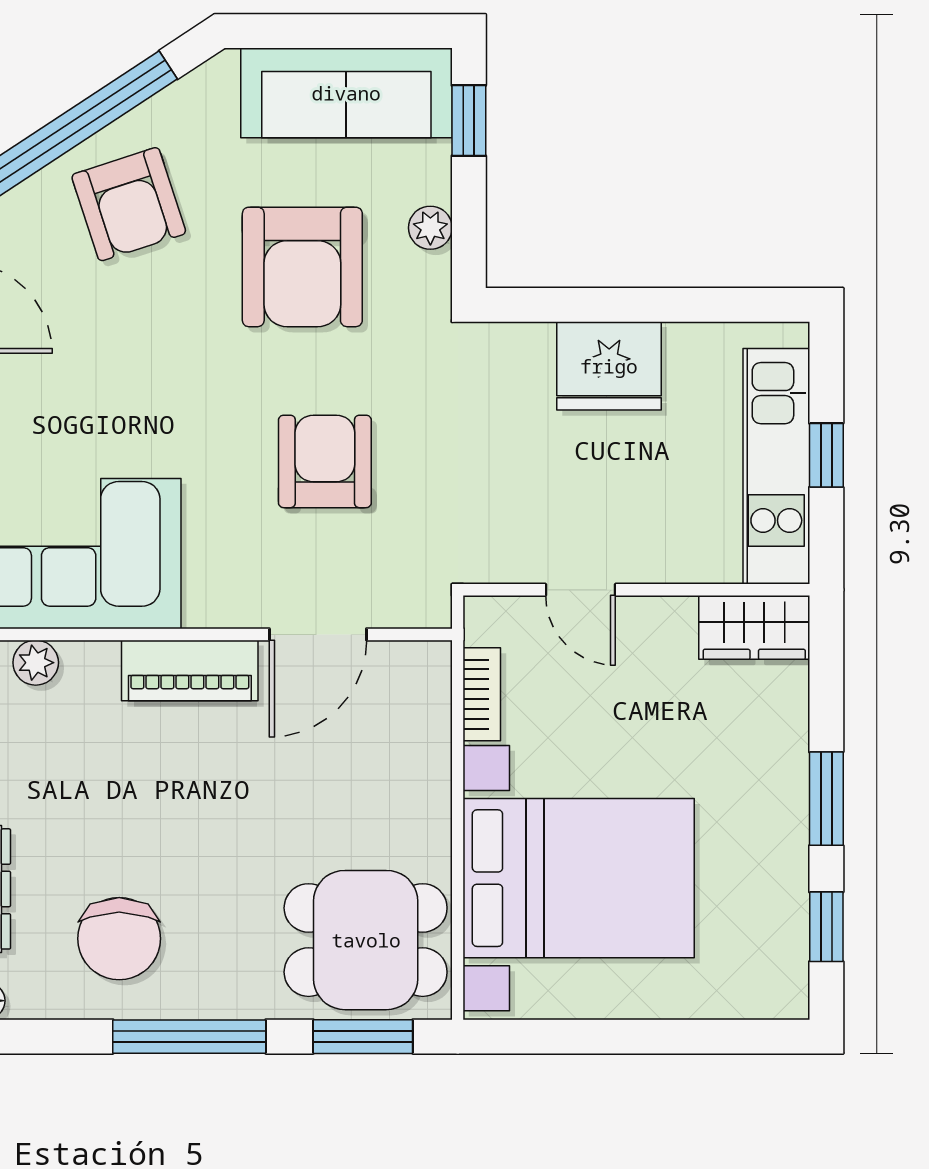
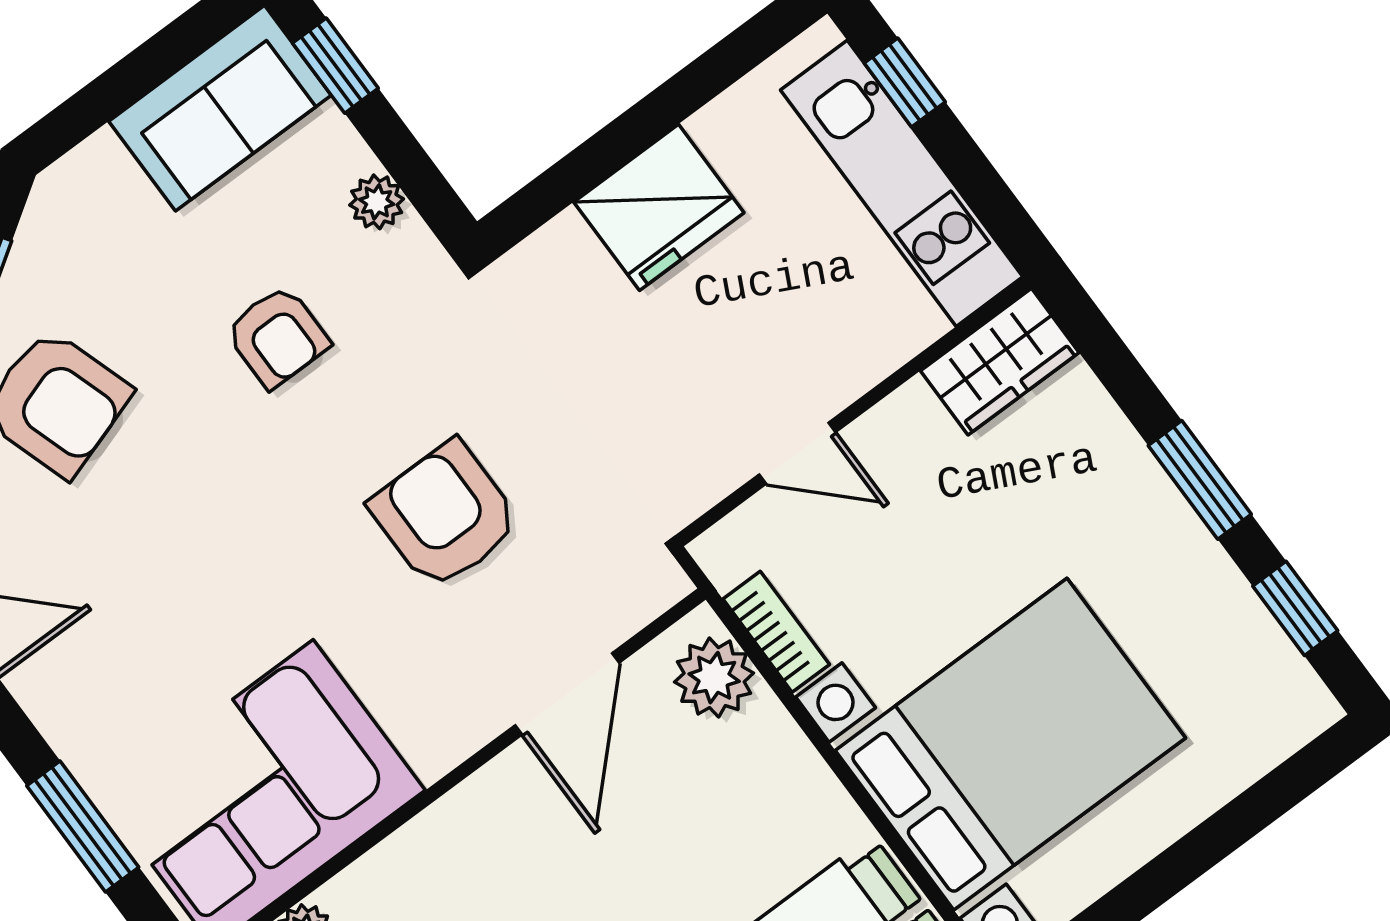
sofa: (346, 93) -> (220, 108), width x0.73
armchair: (302, 267) -> (277, 337), width x0.53, depth x0.53
window: (826, 455) -> (905, 83), moved
piano: (190, 670) -> (465, 826), removed
plant: (420, 694) -> (714, 678), added

